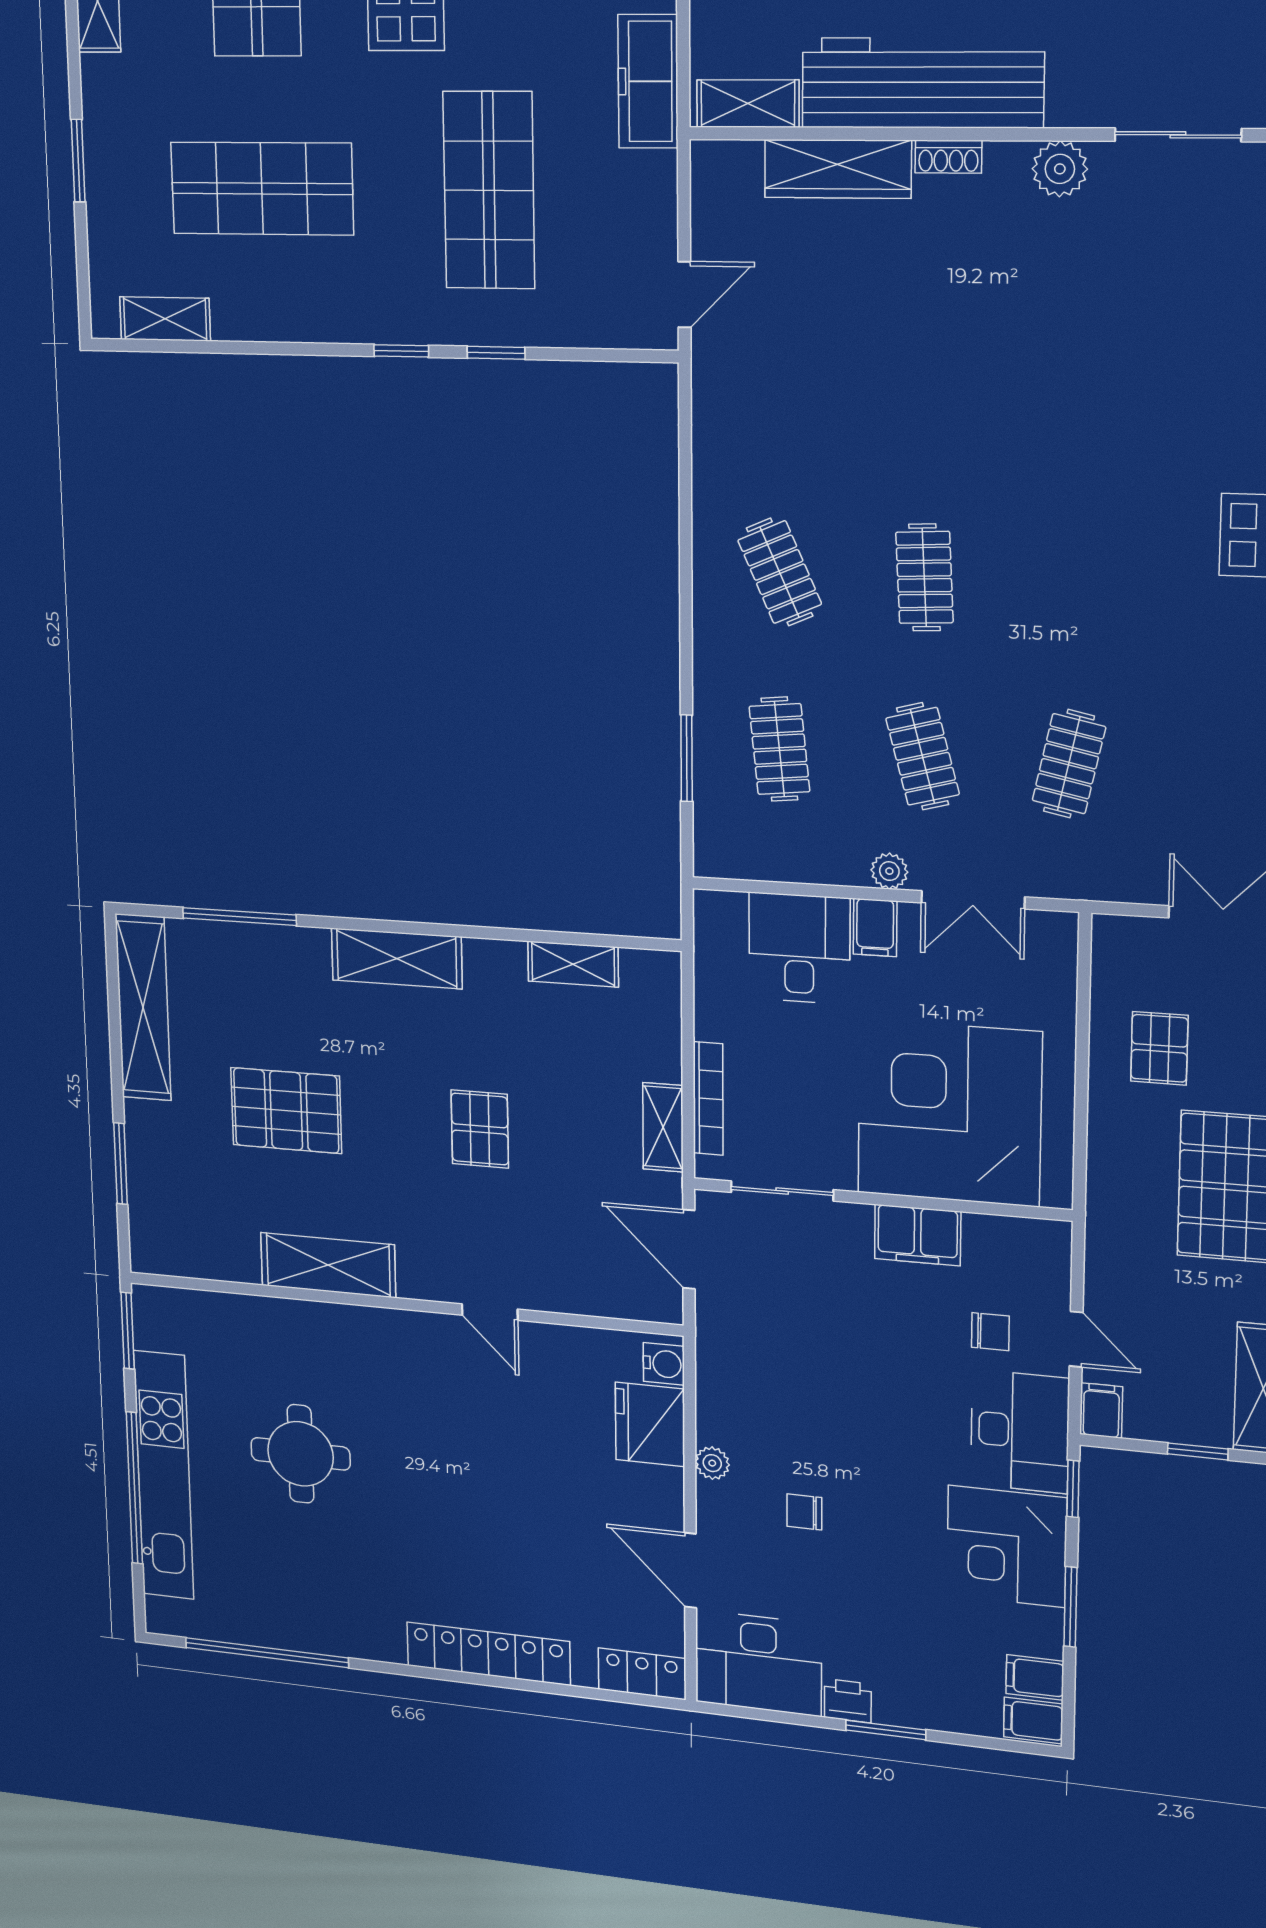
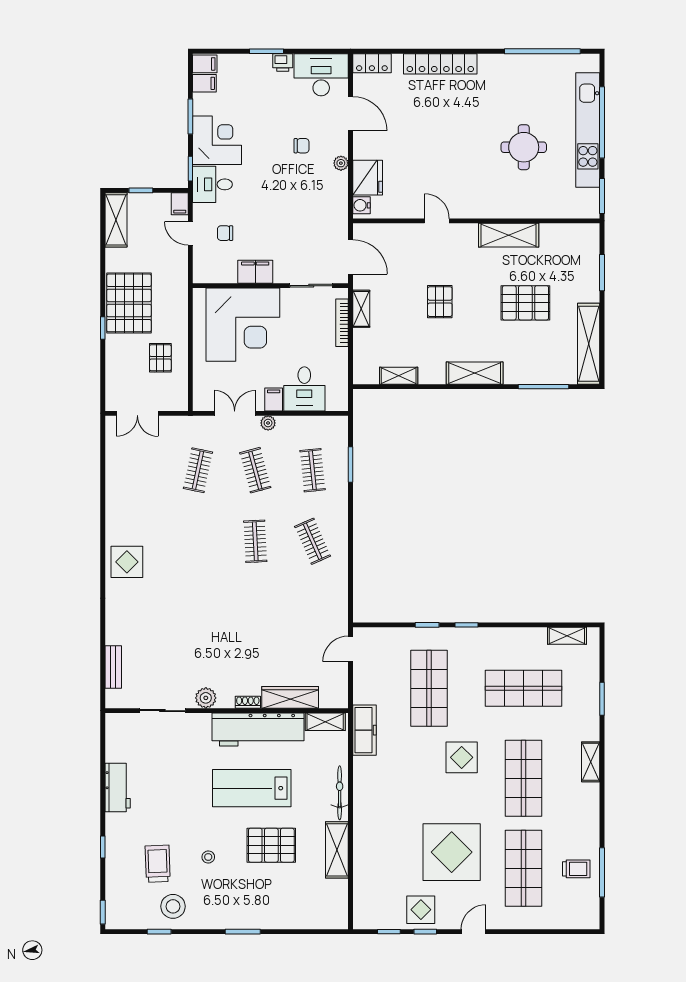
desk: (1020, 1431) -> (212, 184), width x0.73

